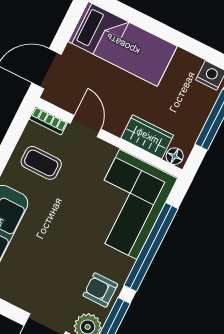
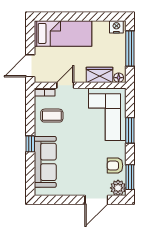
door: (86, 126) -> (65, 85), hinge flipped
window: (151, 247) -> (130, 130), width x0.47

